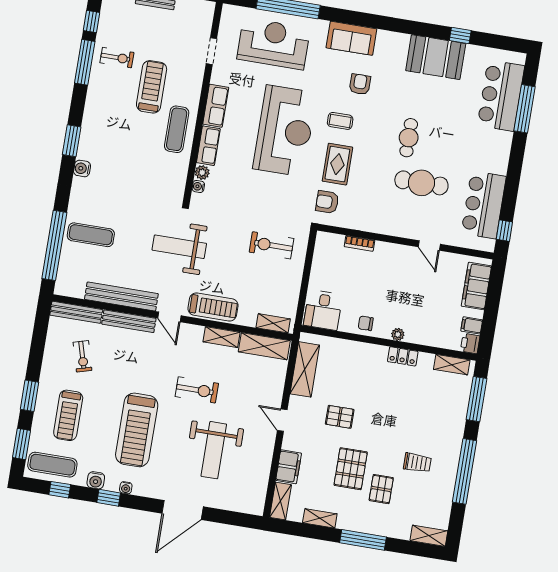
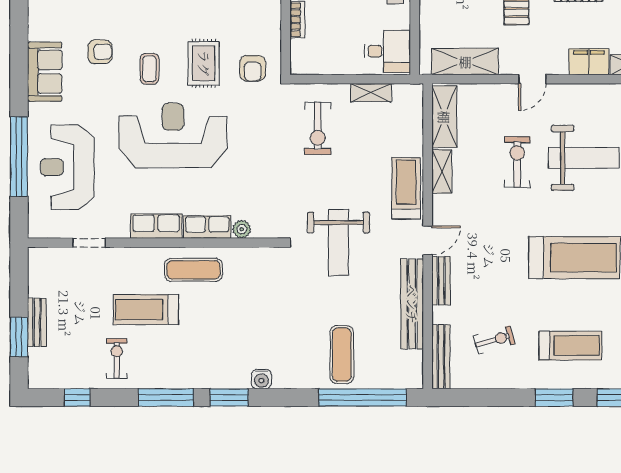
window: (85, 62) -> (166, 398), moved
armchair: (360, 84) -> (100, 52), turned 180
rug: (337, 164) -> (204, 63), turned 90
water cooler: (198, 186) -> (260, 231), removed
bench: (129, 321) -> (441, 281), width x0.73
shelving: (273, 323) -> (371, 93), moved, turned 90
exercise bike: (197, 390) -> (517, 162), moved

